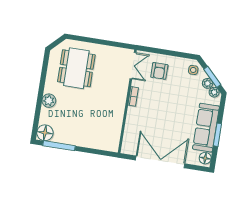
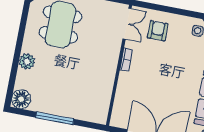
armchair: (159, 71) -> (158, 31), turned 180
window: (59, 146) -> (55, 118), moved

